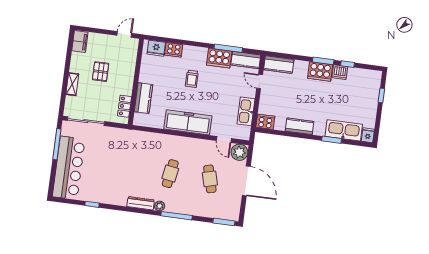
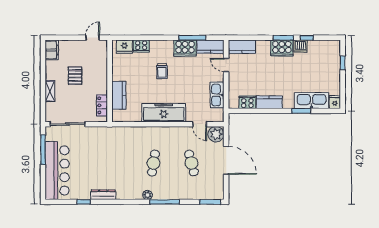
cooker: (265, 122) -> (247, 102), moved
dresser: (141, 203) -> (103, 195), moved

